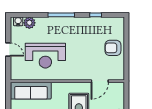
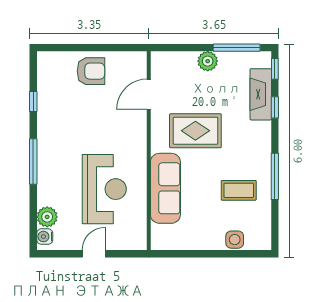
armchair: (113, 48) -> (91, 71), turned -90
door: (100, 81) -> (149, 94), swing flipped
sofa: (31, 91) -> (165, 188), moved

